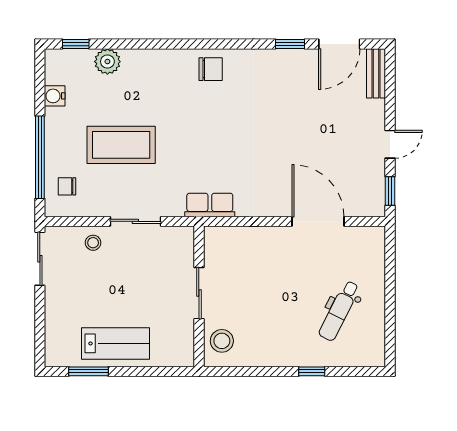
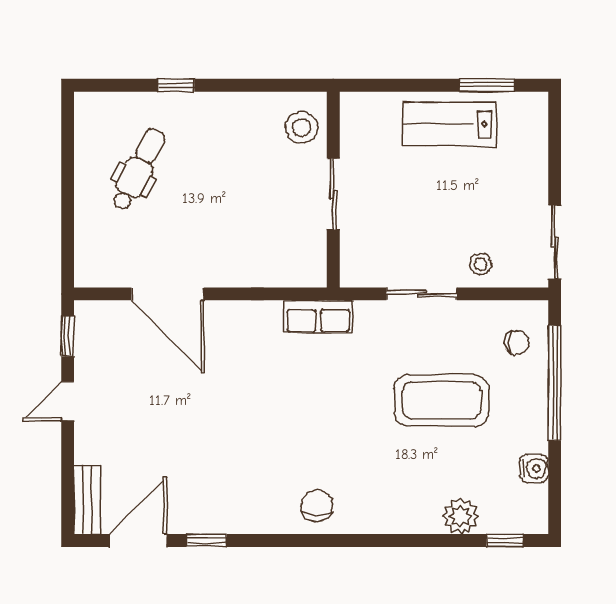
chair: (211, 69) -> (317, 506), turned 90

